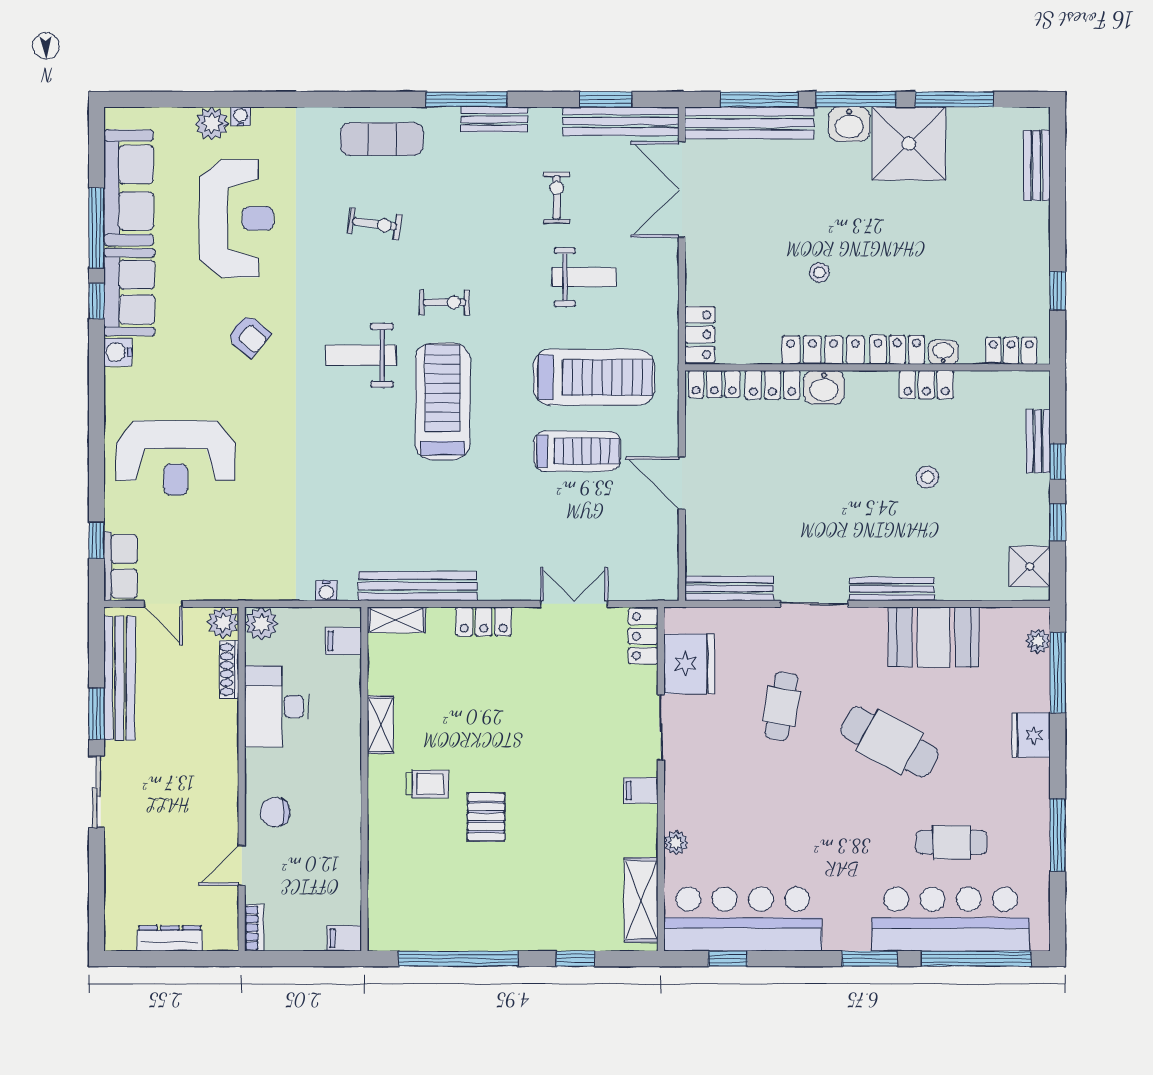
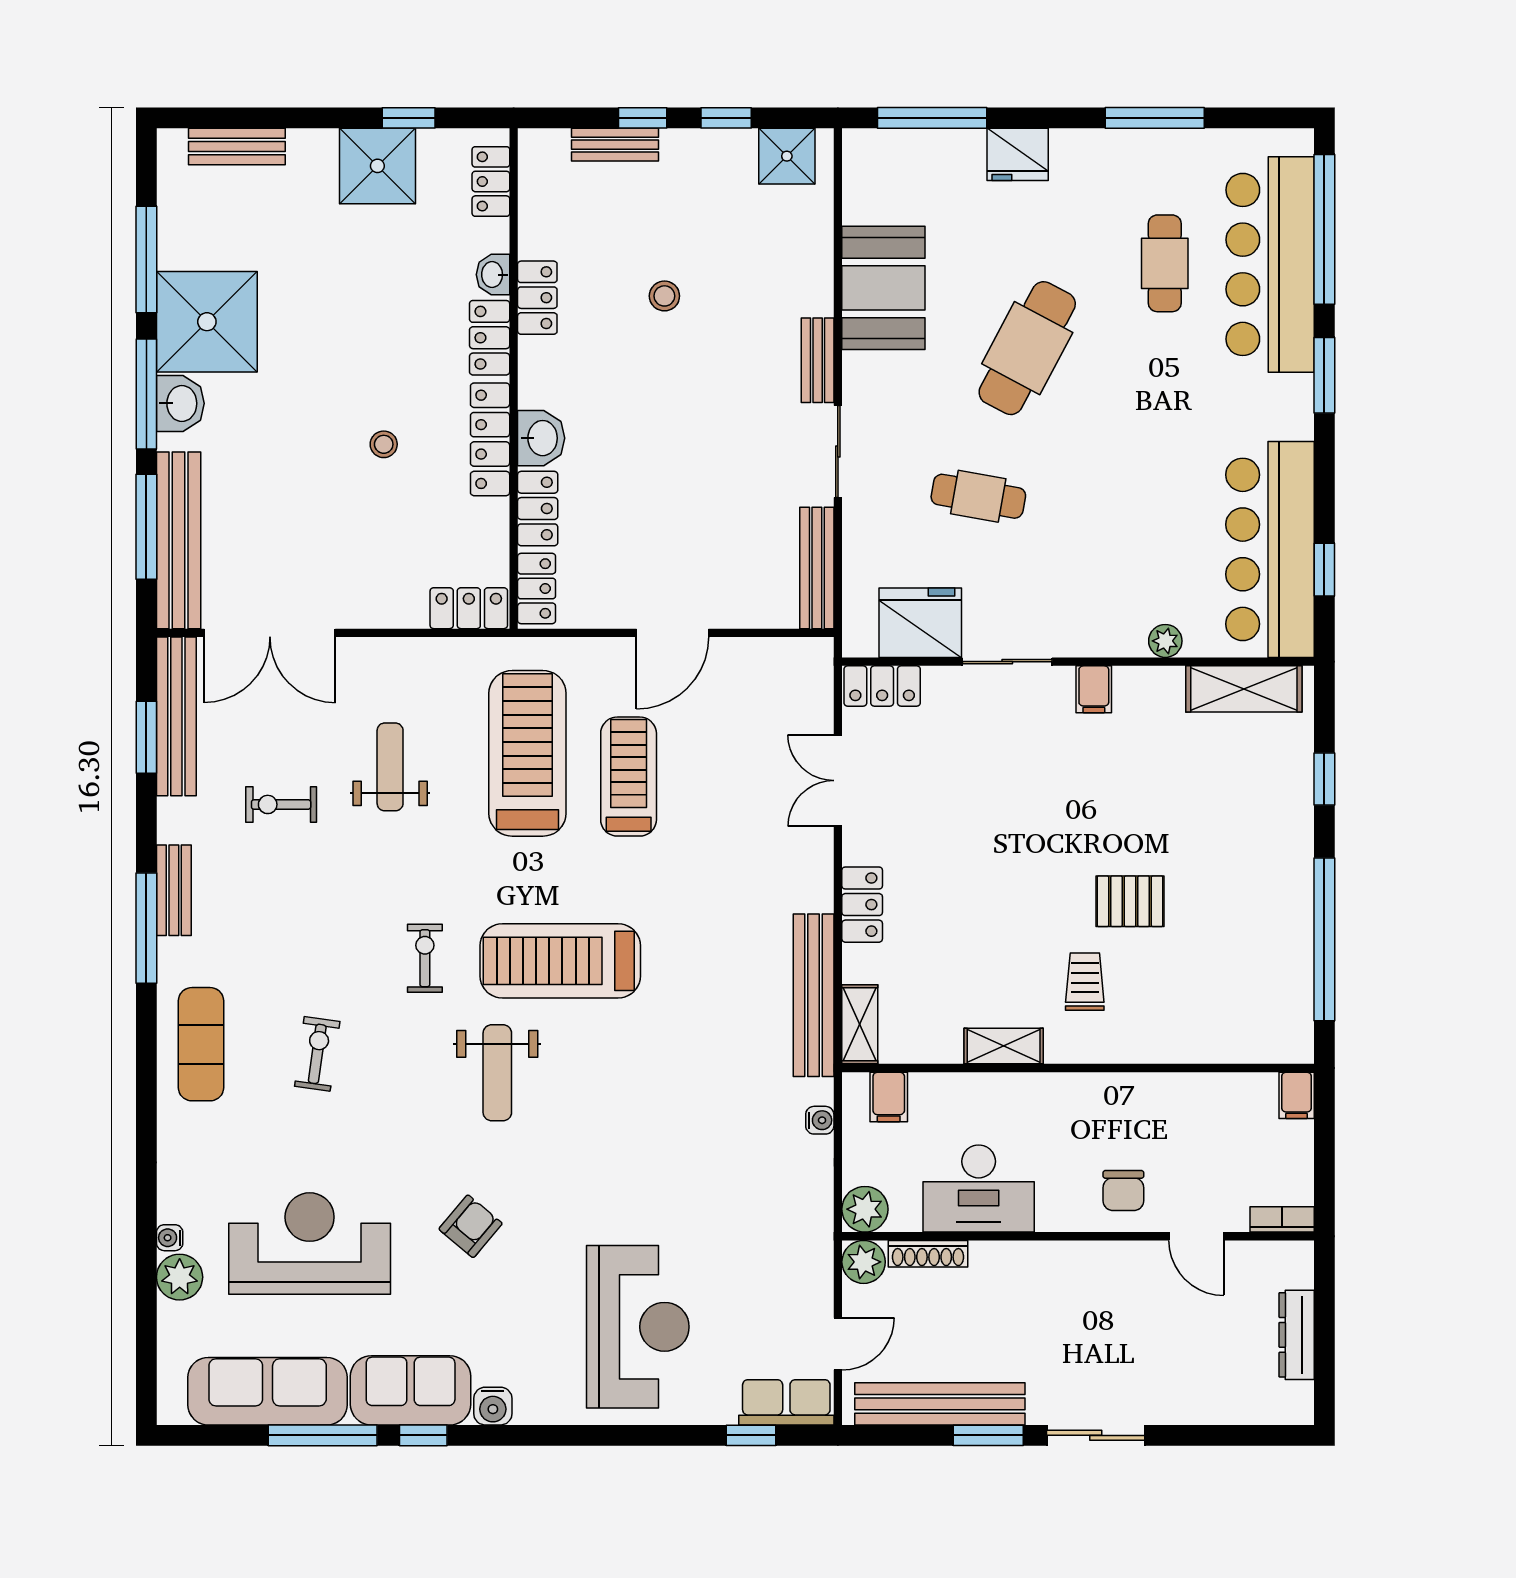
shower: (1023, 268) -> (377, 166), added
bench: (892, 589) -> (818, 360), width x0.73
plant: (1038, 641) -> (889, 145), removed

